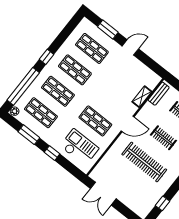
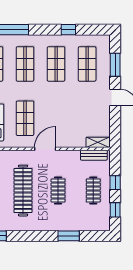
window: (47, 57) -> (68, 30), moved
shelving: (142, 97) -> (98, 142), moved
door: (128, 124) -> (45, 149), swing flipped

